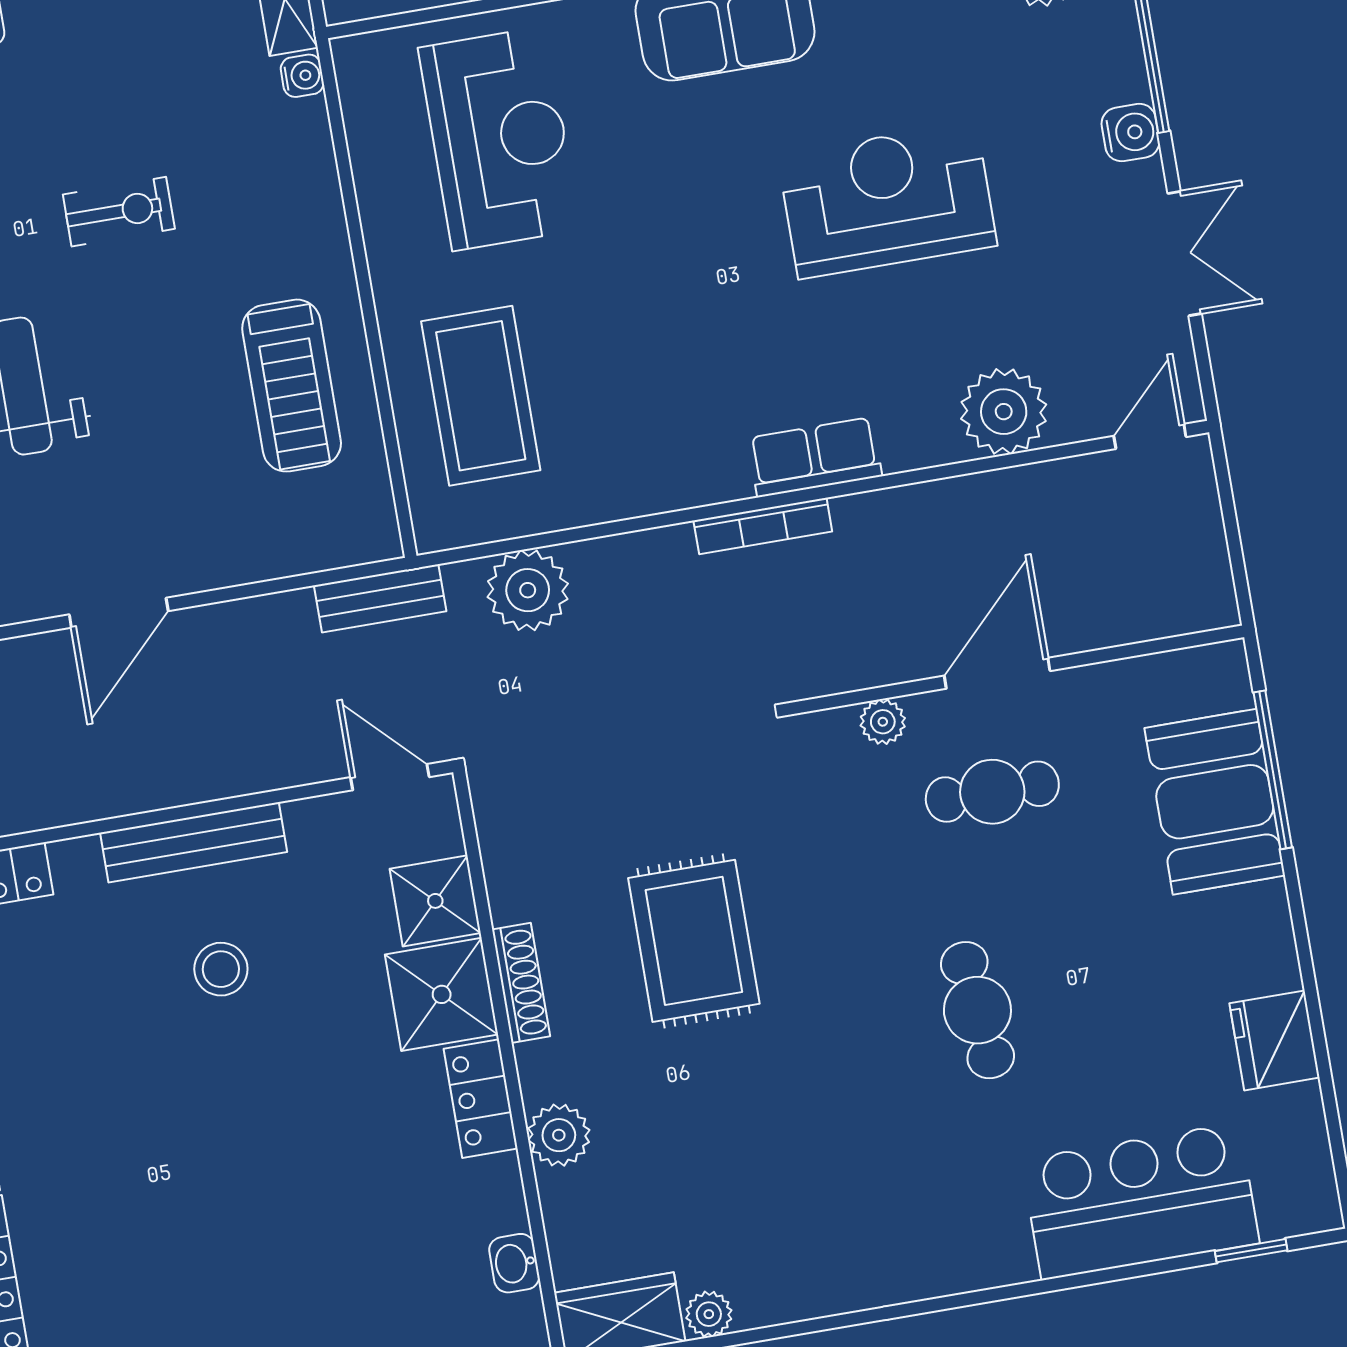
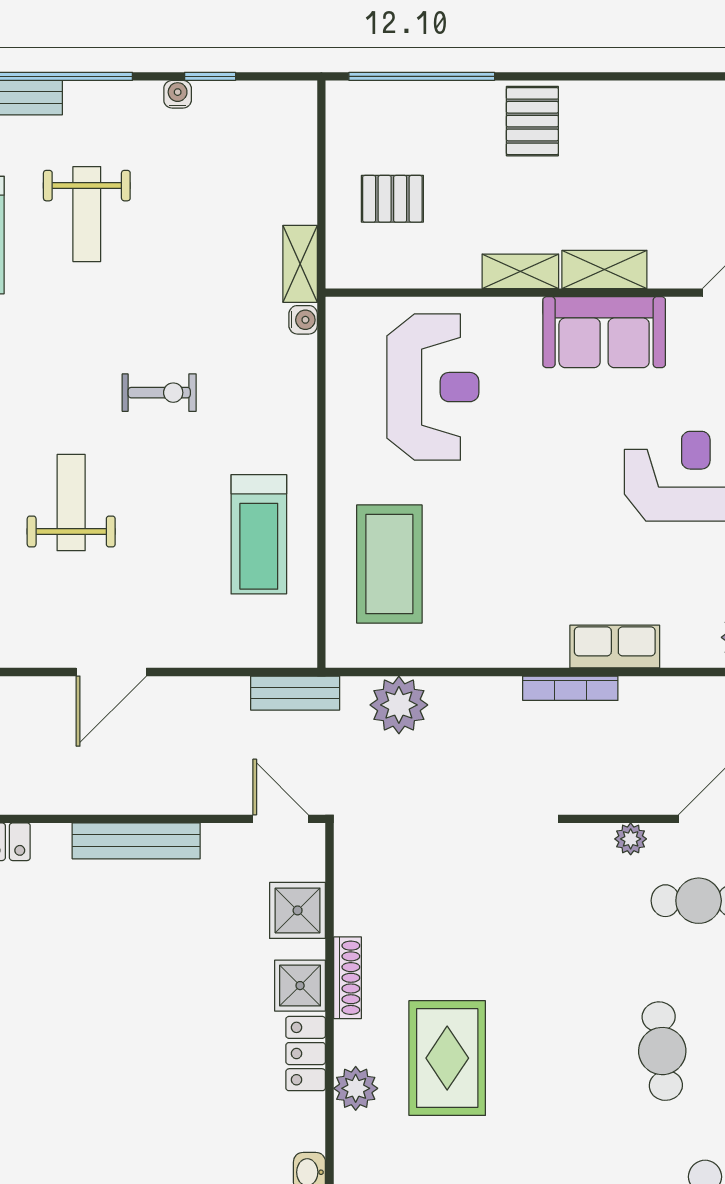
rug: (694, 941) -> (447, 1058), moved
stool: (221, 969) -> (140, 932), removed
shower: (442, 994) -> (300, 986), width x0.73, depth x0.73

